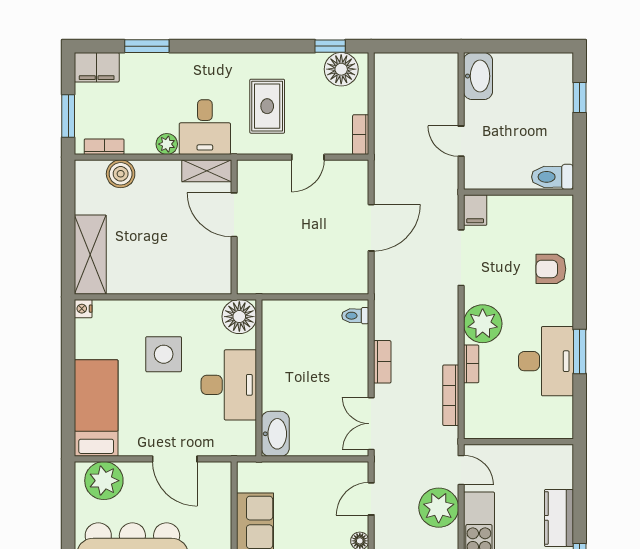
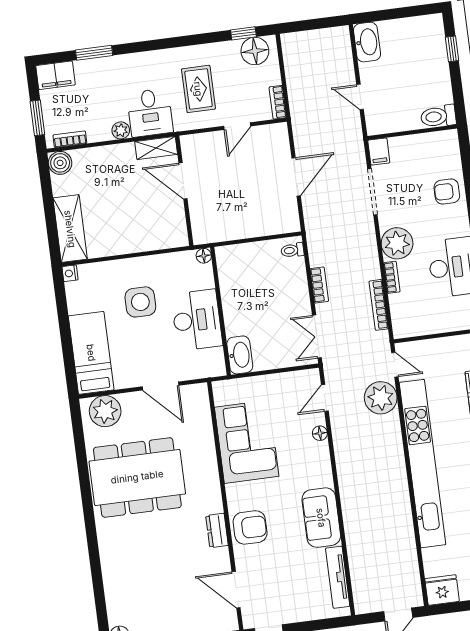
boiler: (121, 174) -> (60, 163), moved
floor lamp: (239, 317) -> (204, 256), width x0.53, depth x0.53

